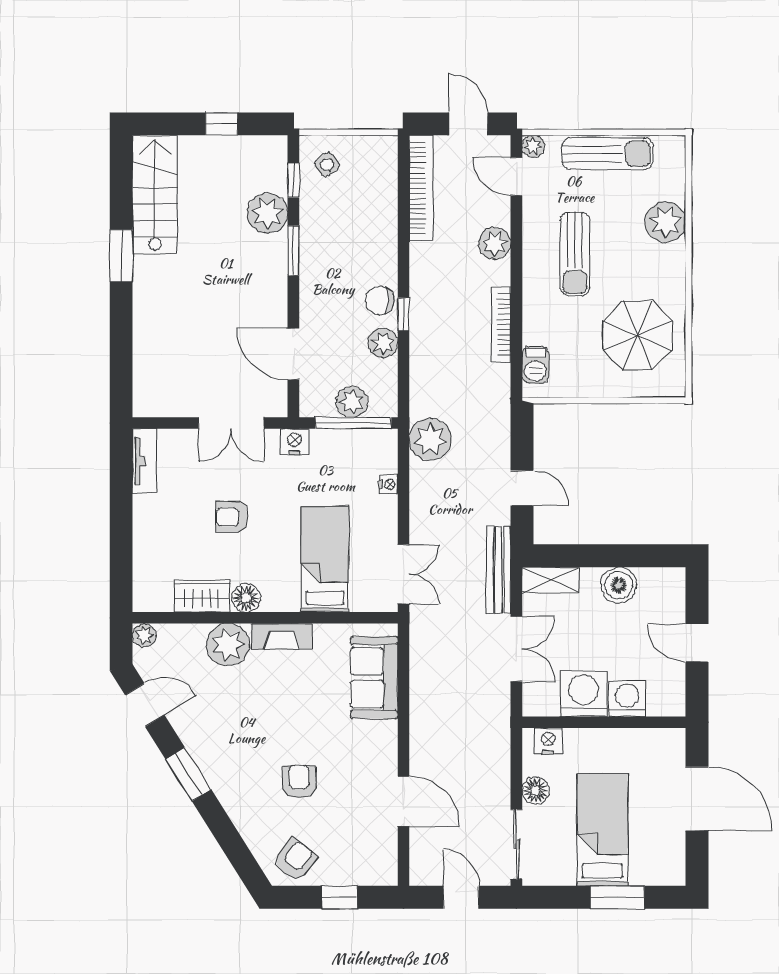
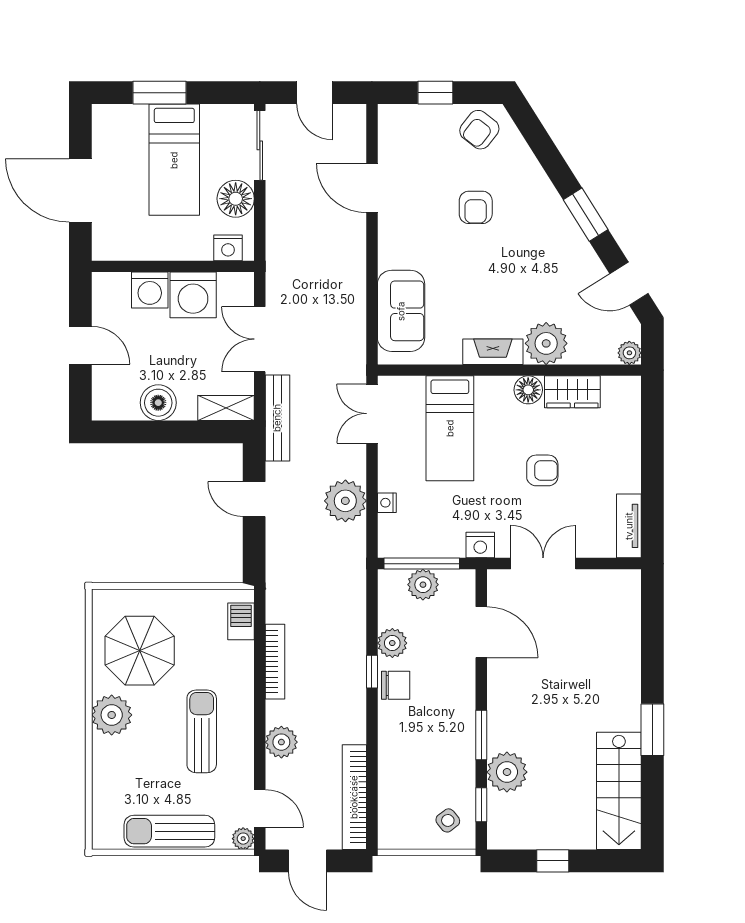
plant: (665, 222) -> (112, 715), moved
plant: (430, 439) -> (345, 501), moved
floor lamp: (536, 790) -> (236, 199), width x1.38, depth x1.38

